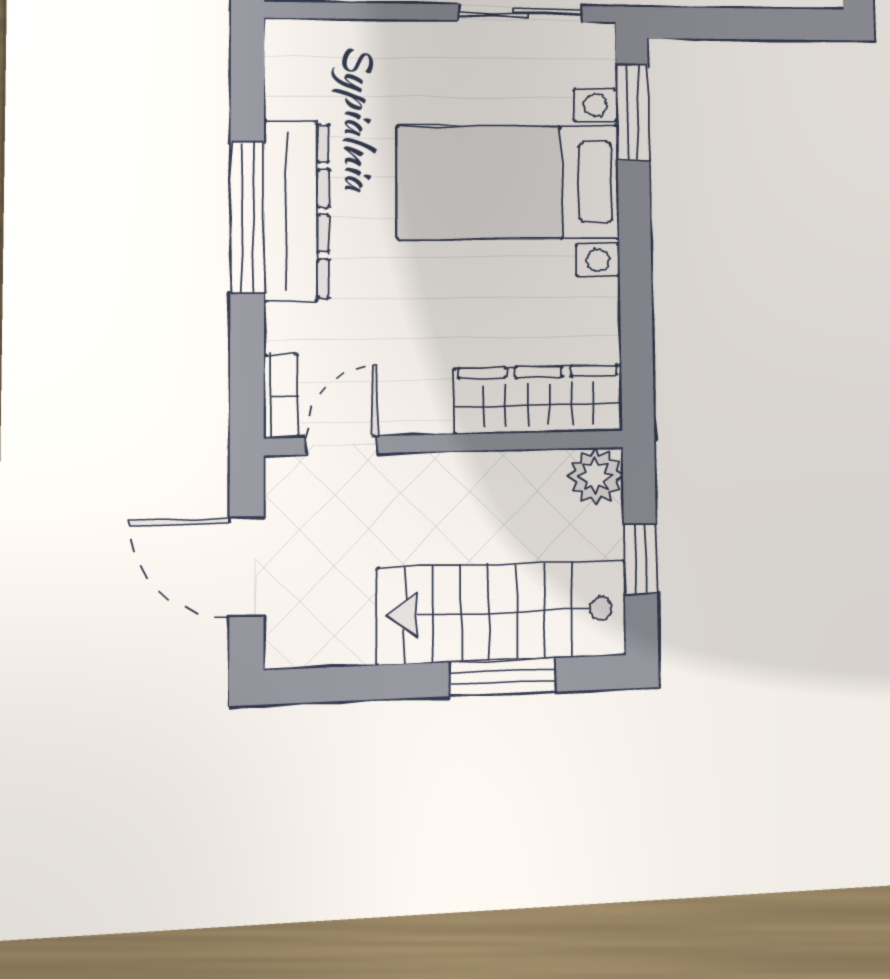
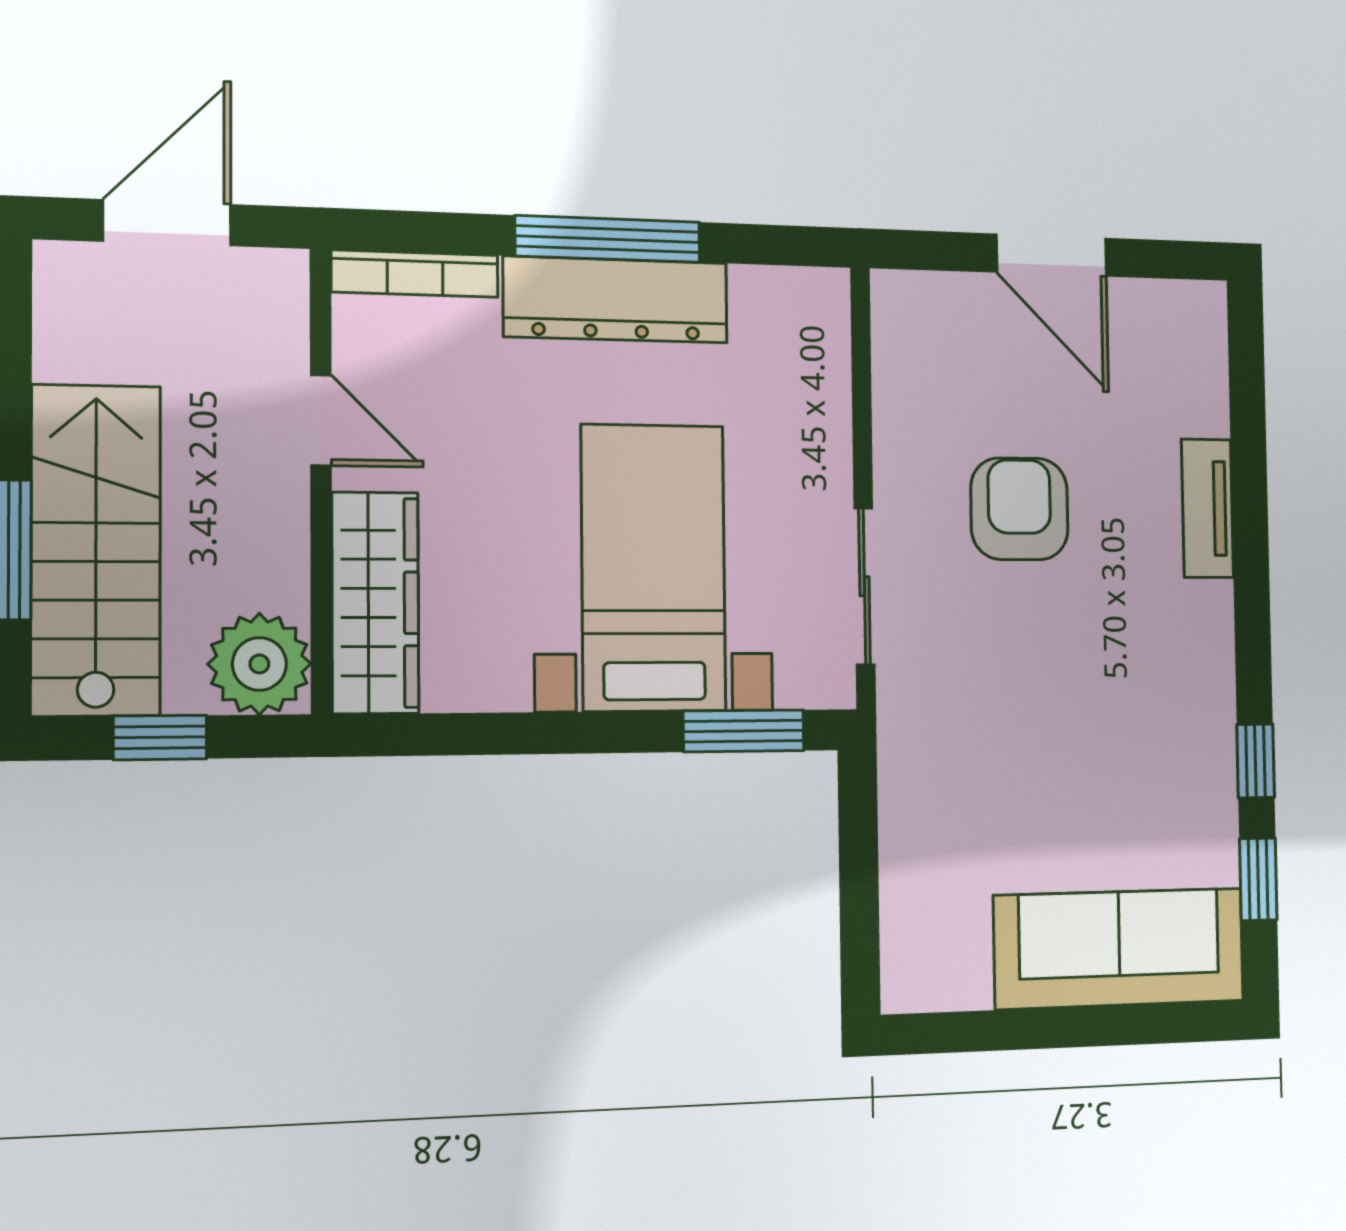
bookcase: (281, 396) -> (415, 274), width x1.56
door: (341, 445) -> (321, 420), moved
plant: (595, 476) -> (259, 664), width x1.36, depth x1.36

